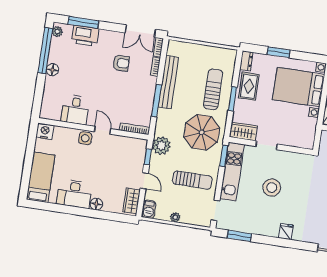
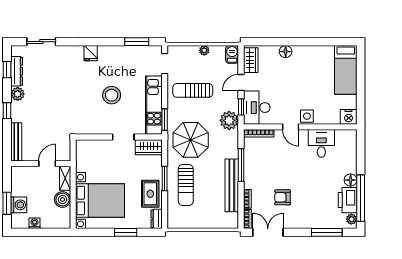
printer: (85, 36) -> (348, 200), moved, turned -90
door: (144, 181) -> (241, 82), hinge flipped
desk: (74, 194) -> (257, 108), moved, turned -90

